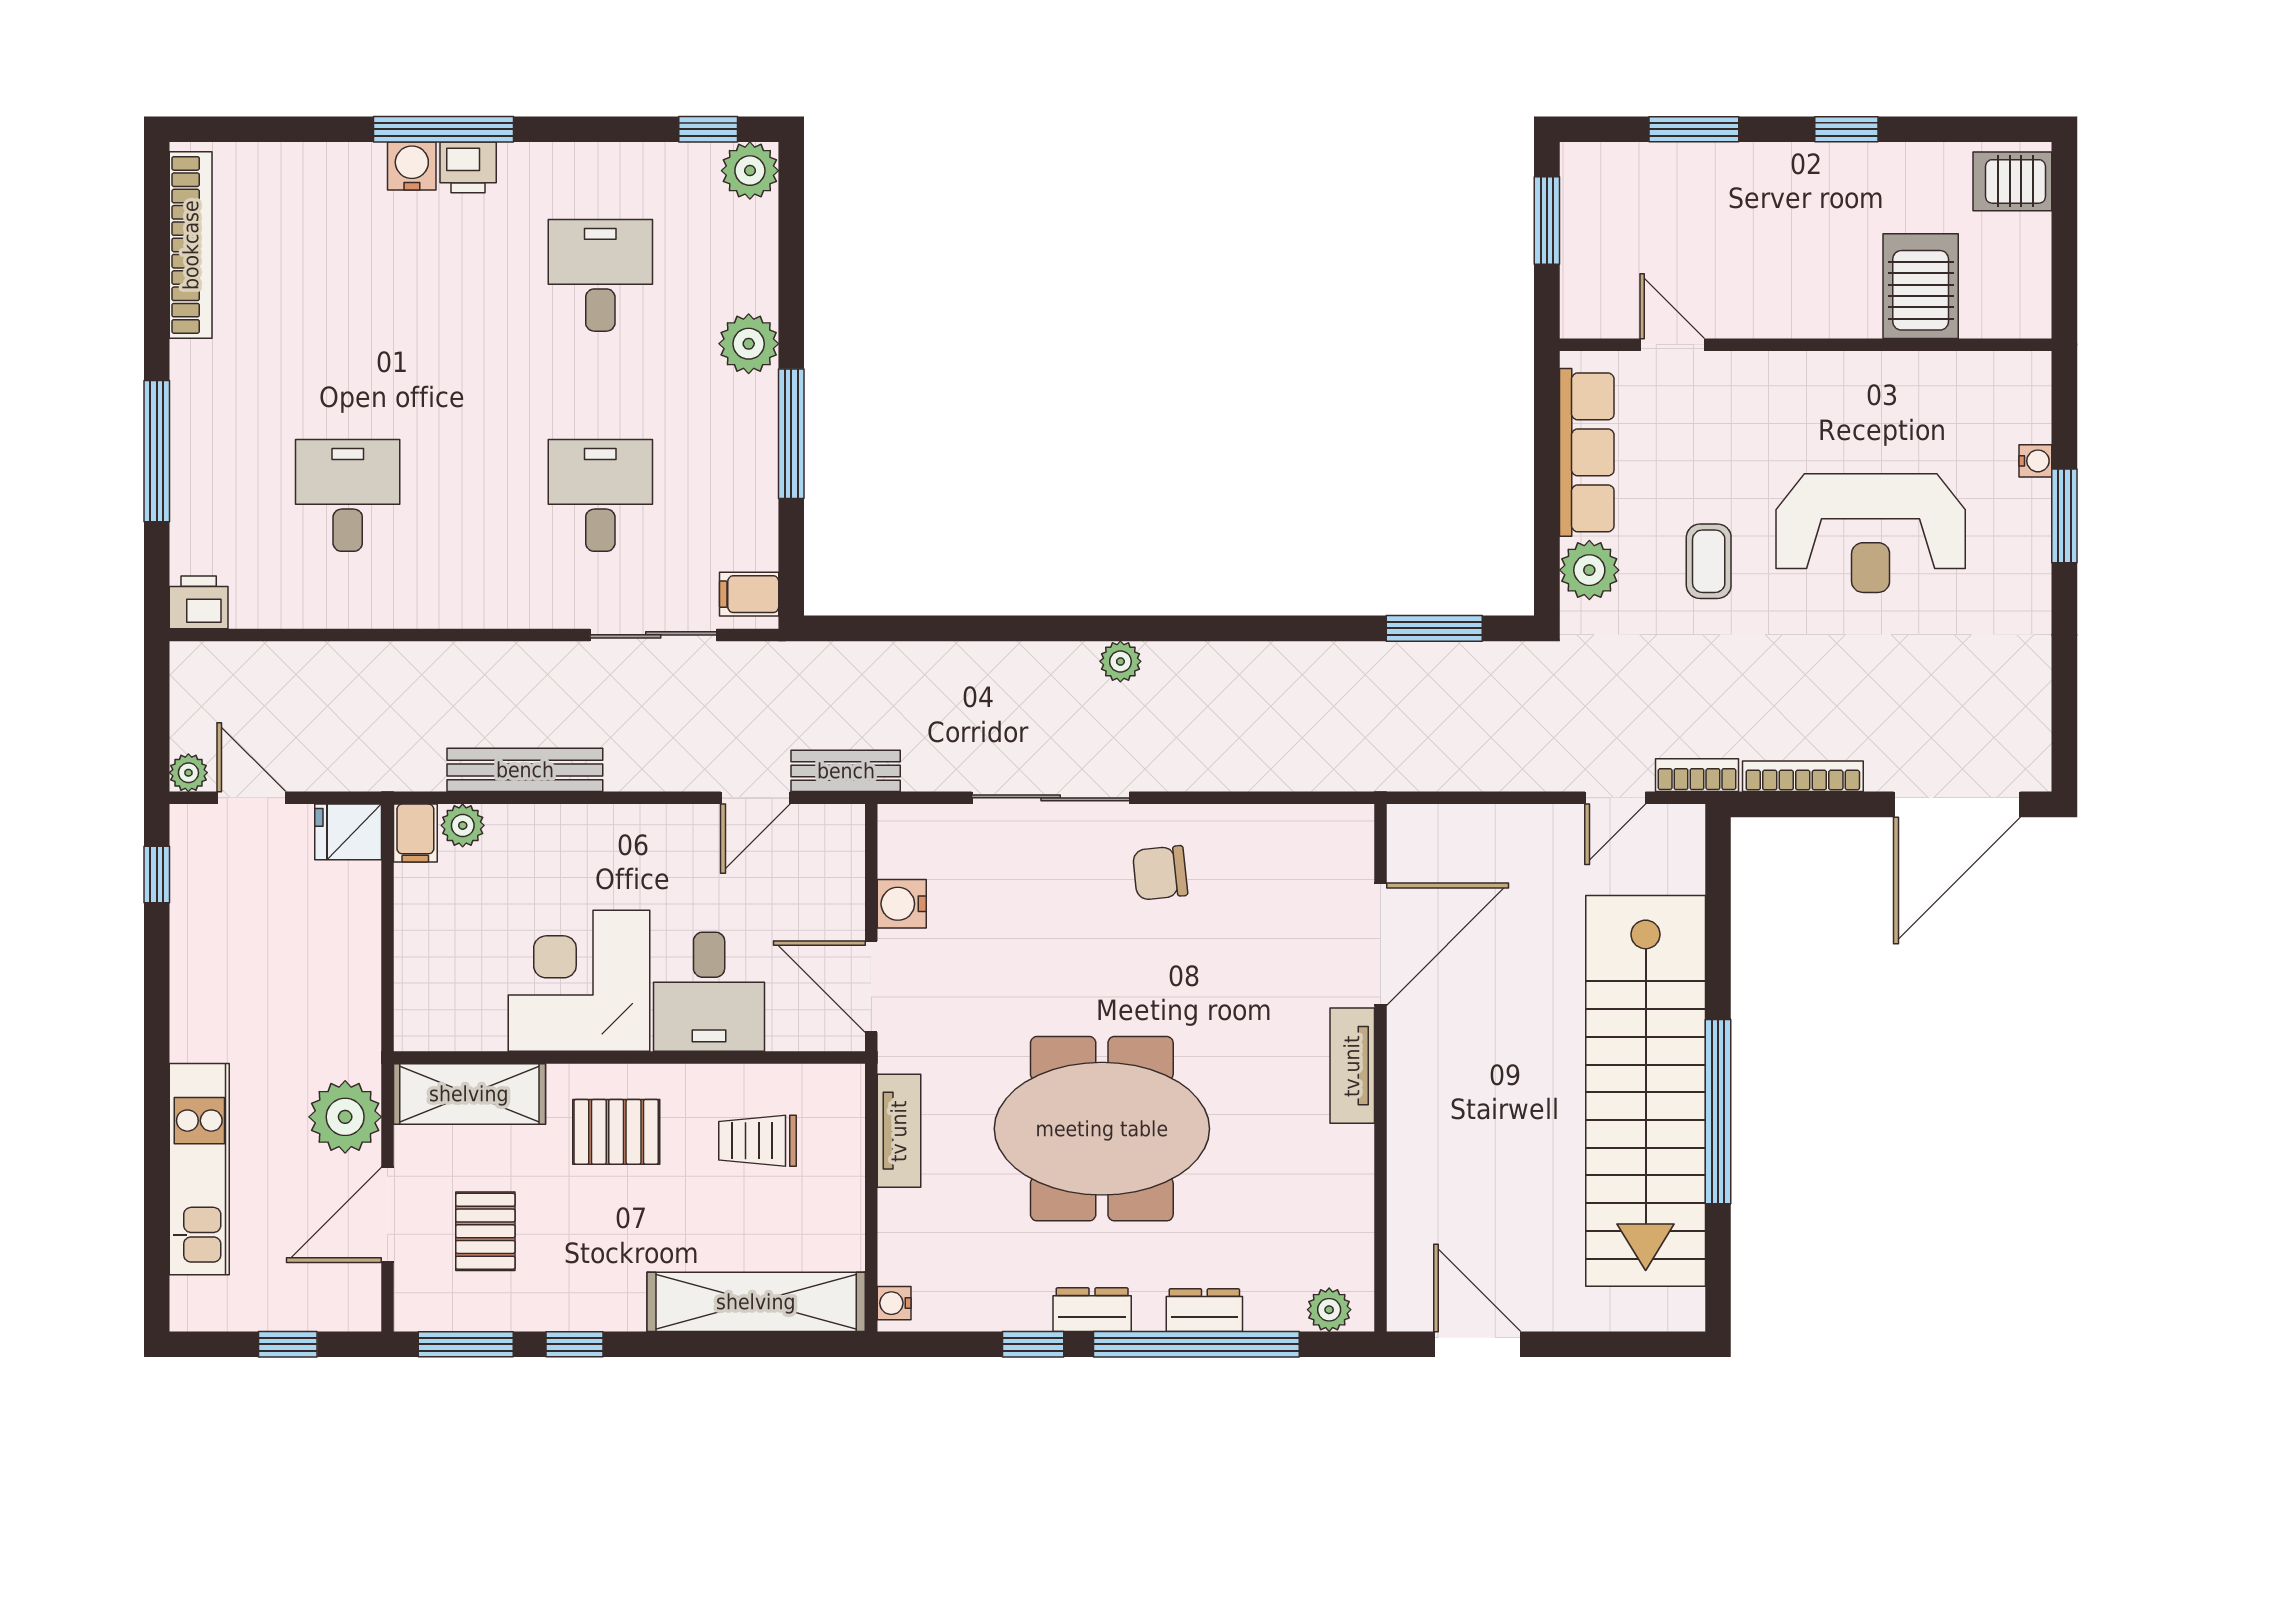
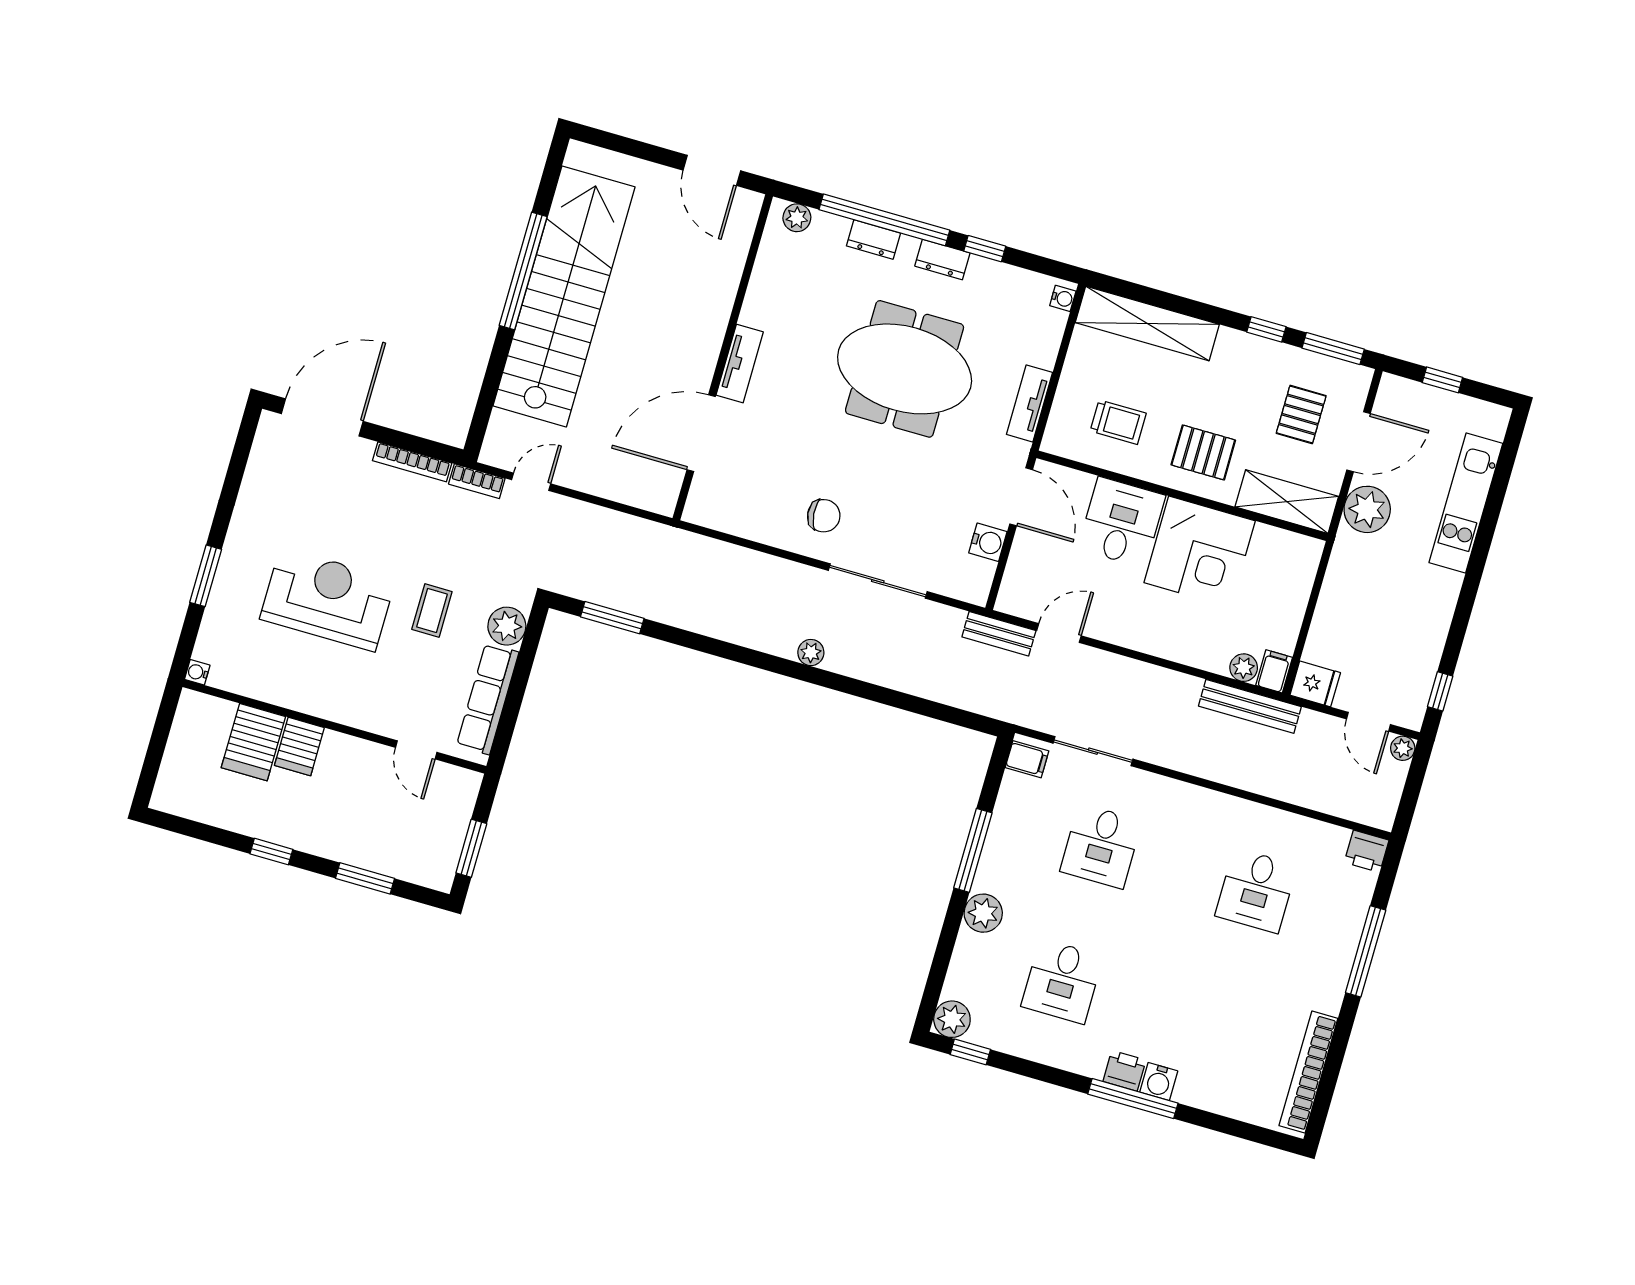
server rack: (2012, 181) -> (299, 747), moved, turned 90
water cooler: (2035, 461) -> (197, 672), moved
bench: (525, 770) -> (1250, 706), moved

